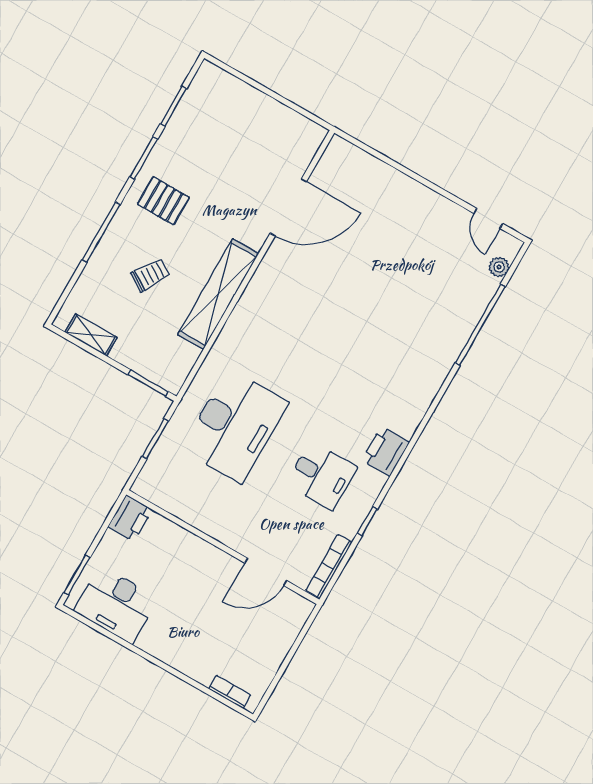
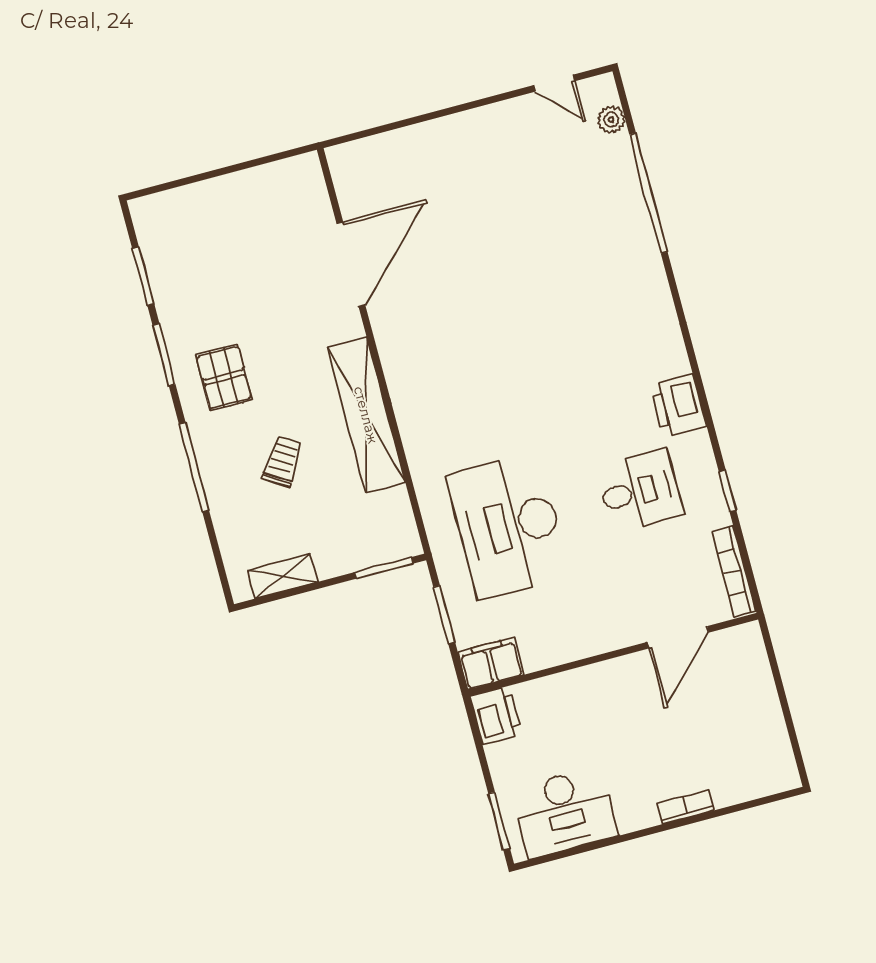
pallet: (163, 201) -> (224, 377), turned 90
desk: (235, 426) -> (508, 526), turned 180
filing cabinet: (154, 488) -> (491, 663), added
bookcase: (230, 692) -> (686, 807), moved

